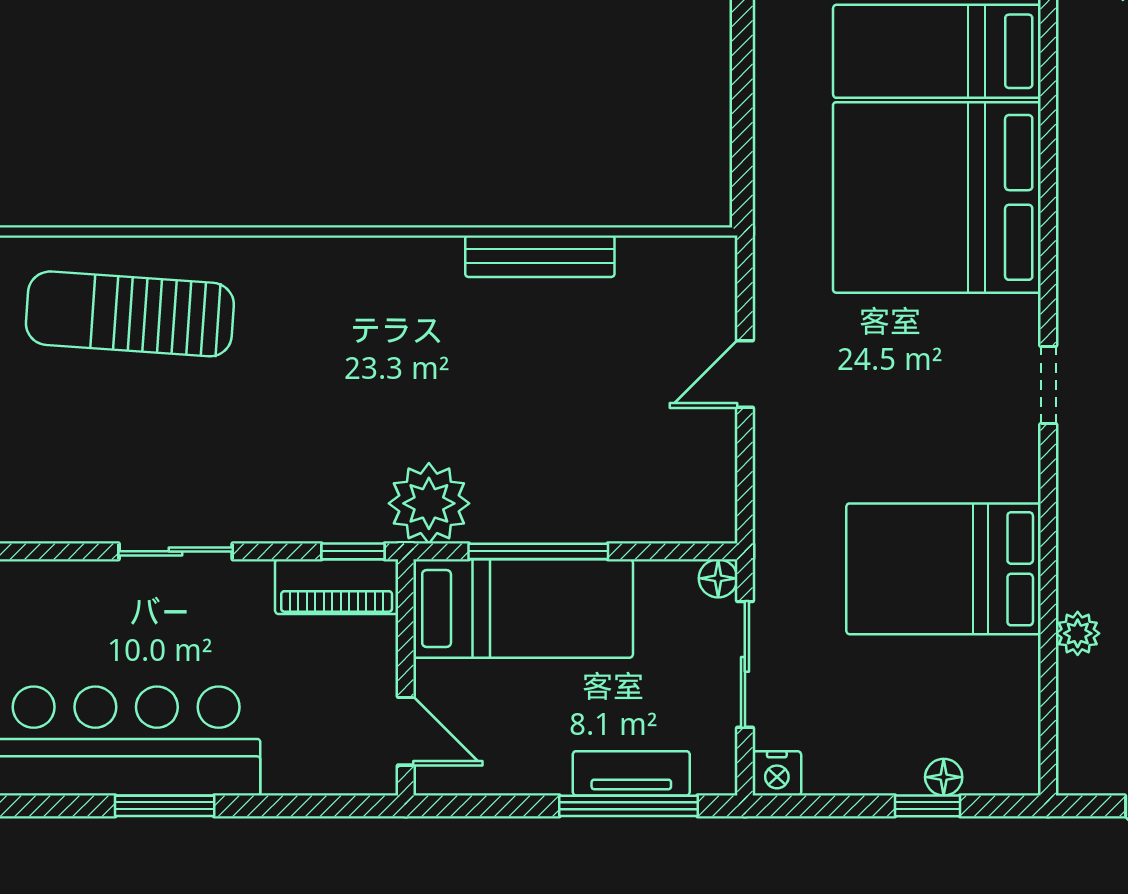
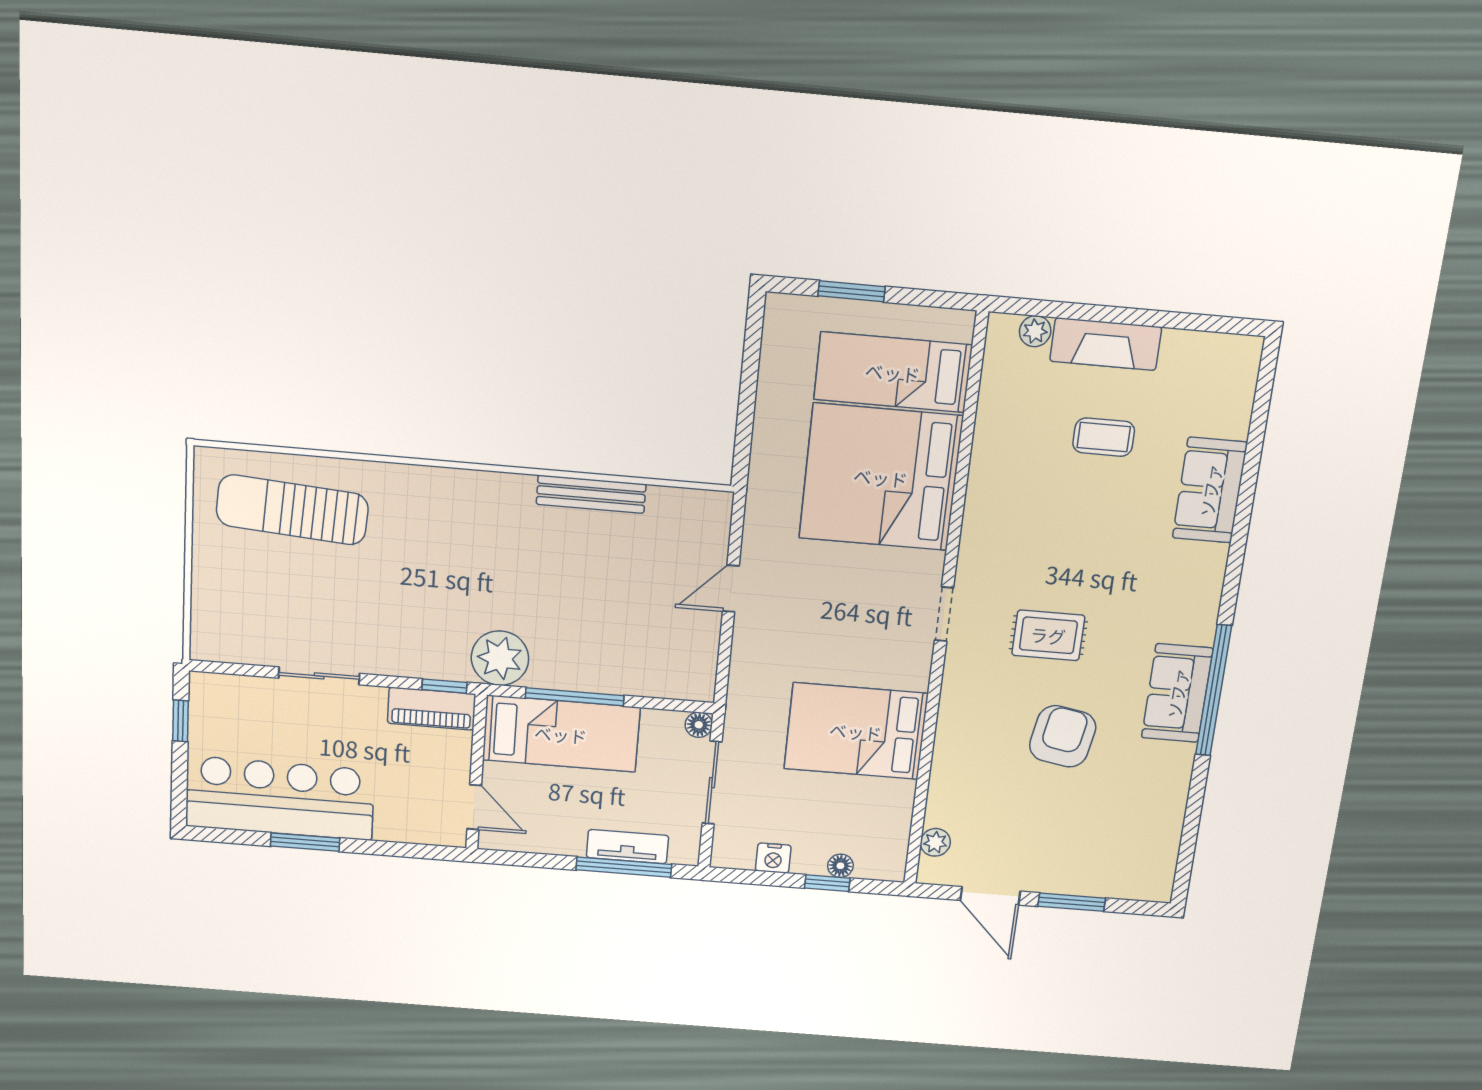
plant: (1078, 633) -> (935, 842), moved
nightstand: (777, 773) -> (773, 858), moved

